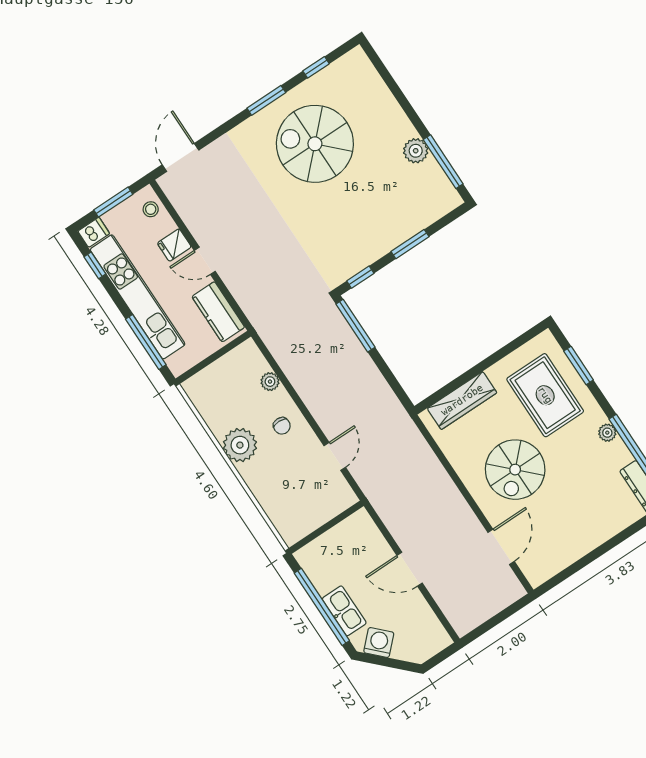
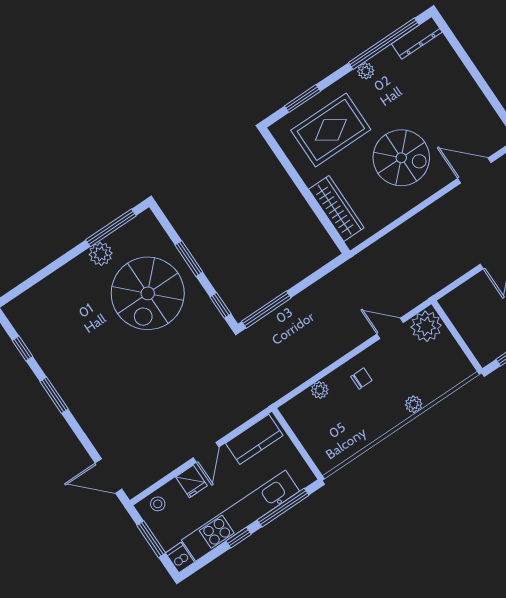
spiral stairs: (315, 144) -> (148, 293), moved
window: (95, 265) -> (239, 538), moved
plant: (240, 445) -> (414, 404), moved, width x0.53, depth x0.53
plant: (337, 495) -> (426, 326), added

